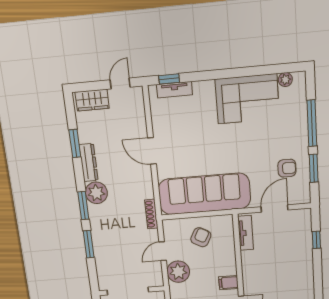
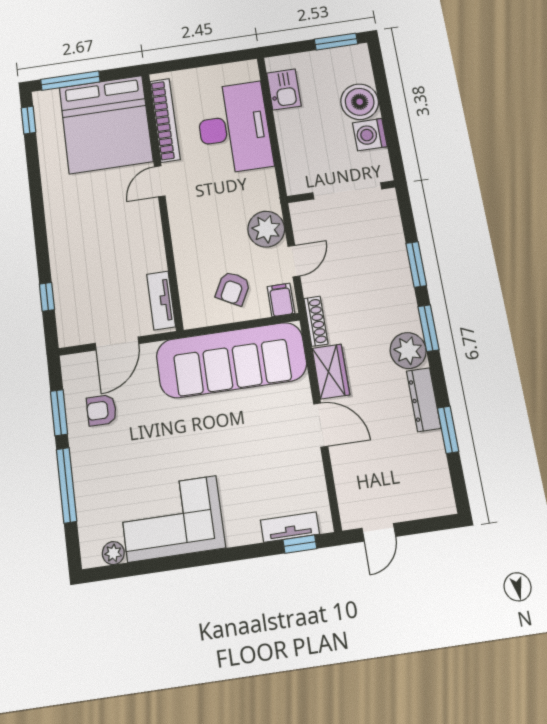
wardrobe: (92, 100) -> (331, 372), moved, turned 90
filing cabinet: (228, 283) -> (281, 300), moved, turned -90

